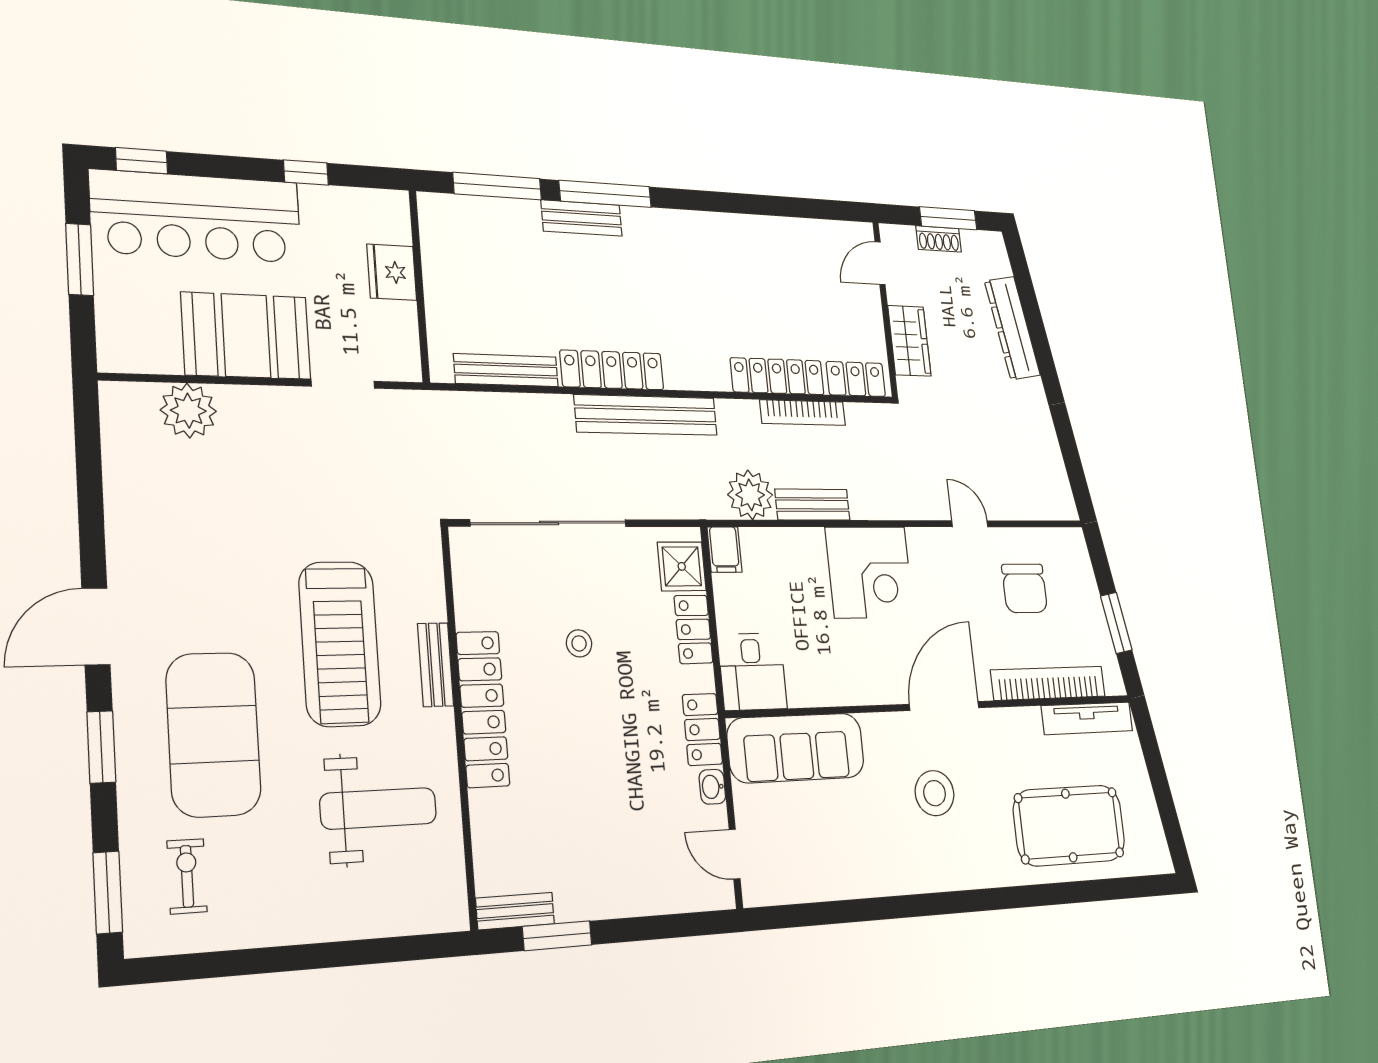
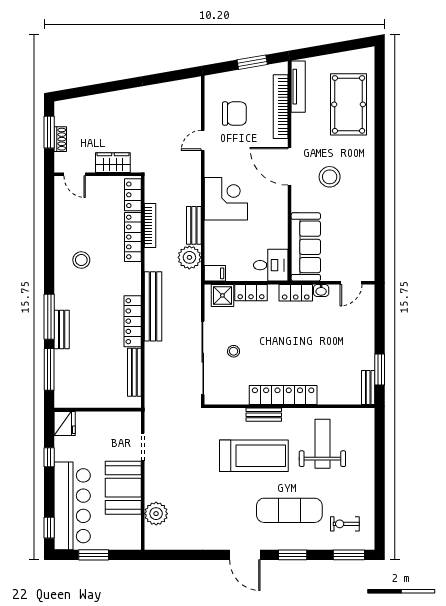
stool: (723, 268) -> (81, 260), added
fridge: (392, 272) -> (65, 423), moved, turned -90
dresser: (1012, 328) -> (104, 102), removed
stool: (579, 643) -> (234, 351), moved
exercise mat: (213, 734) -> (289, 510), width x0.68

